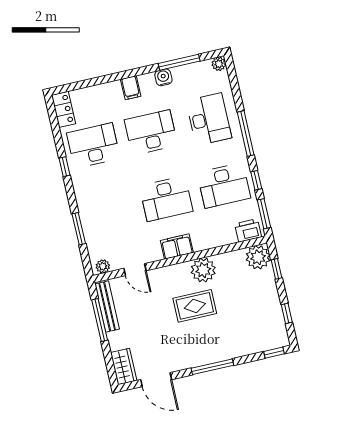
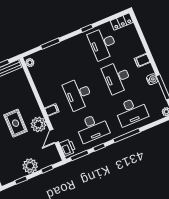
desk: (151, 132) -> (117, 78), turned 180
desk: (93, 146) -> (103, 44), turned 180
desk: (224, 185) -> (92, 128), turned -90
filing cabinet: (177, 247) -> (52, 110), width x0.50
plant: (258, 257) -> (30, 166), moved
door: (135, 270) -> (54, 136), moved

